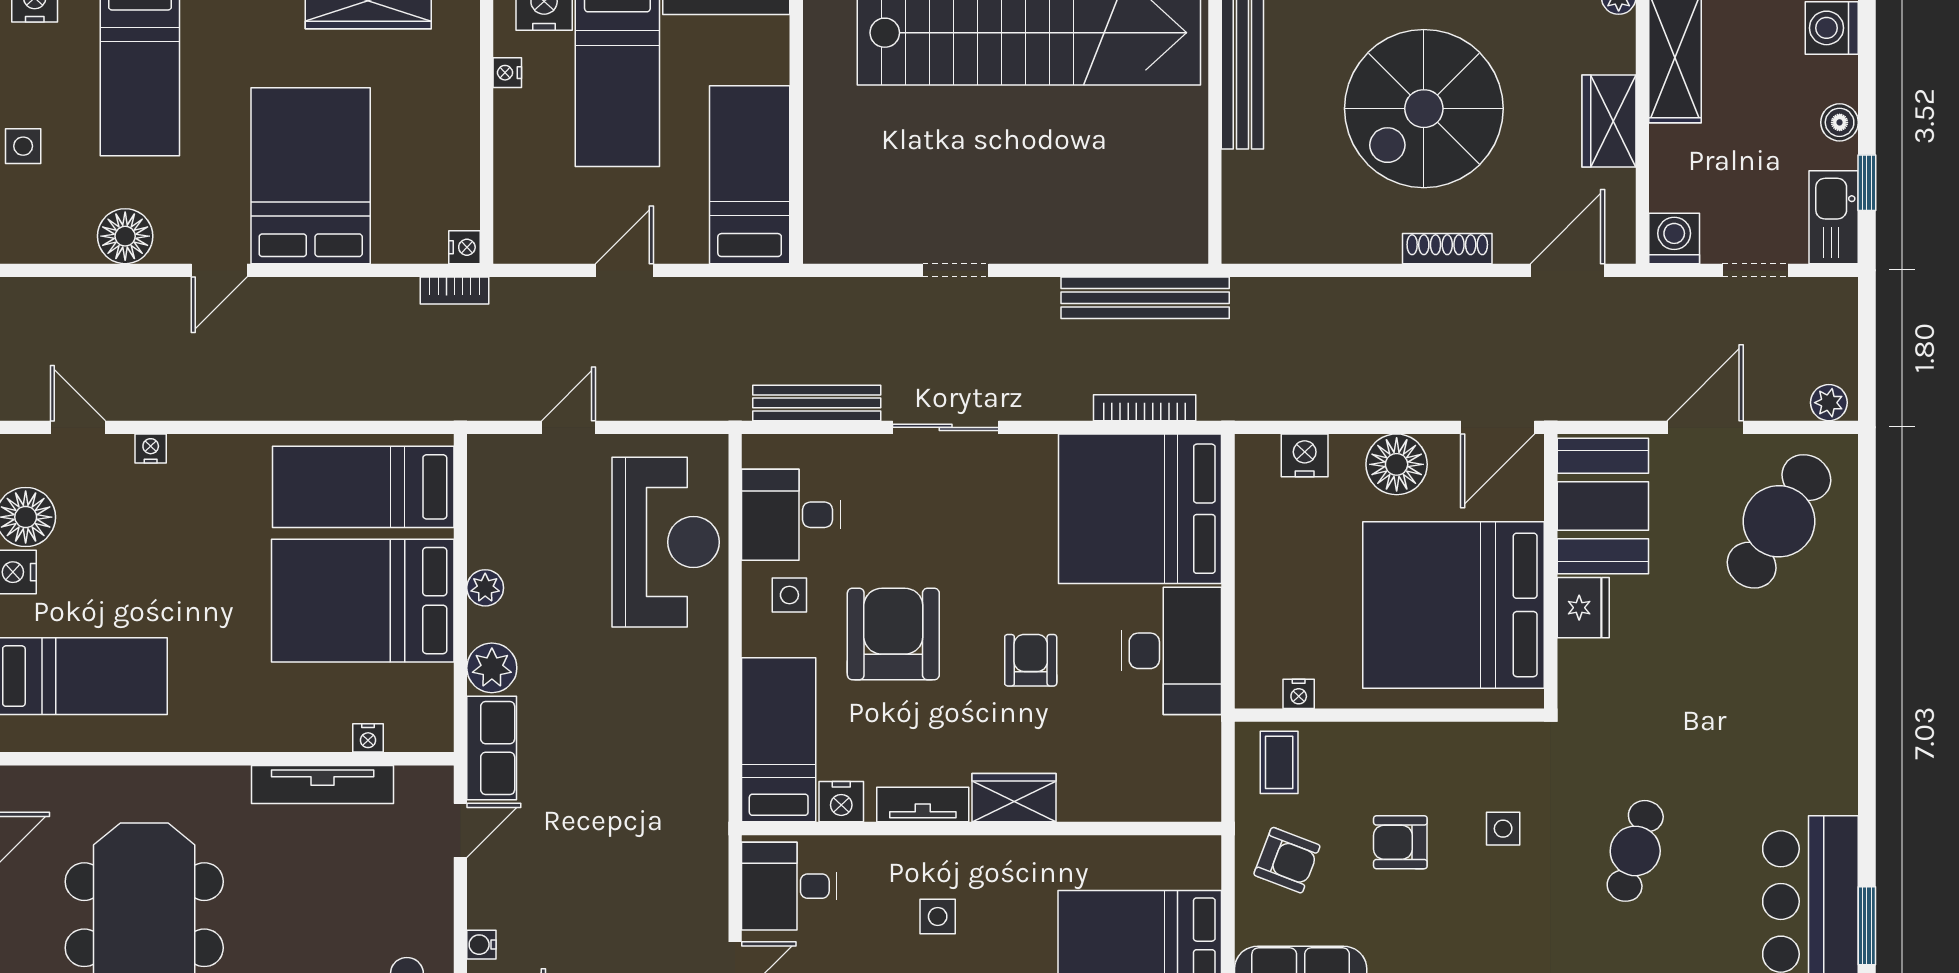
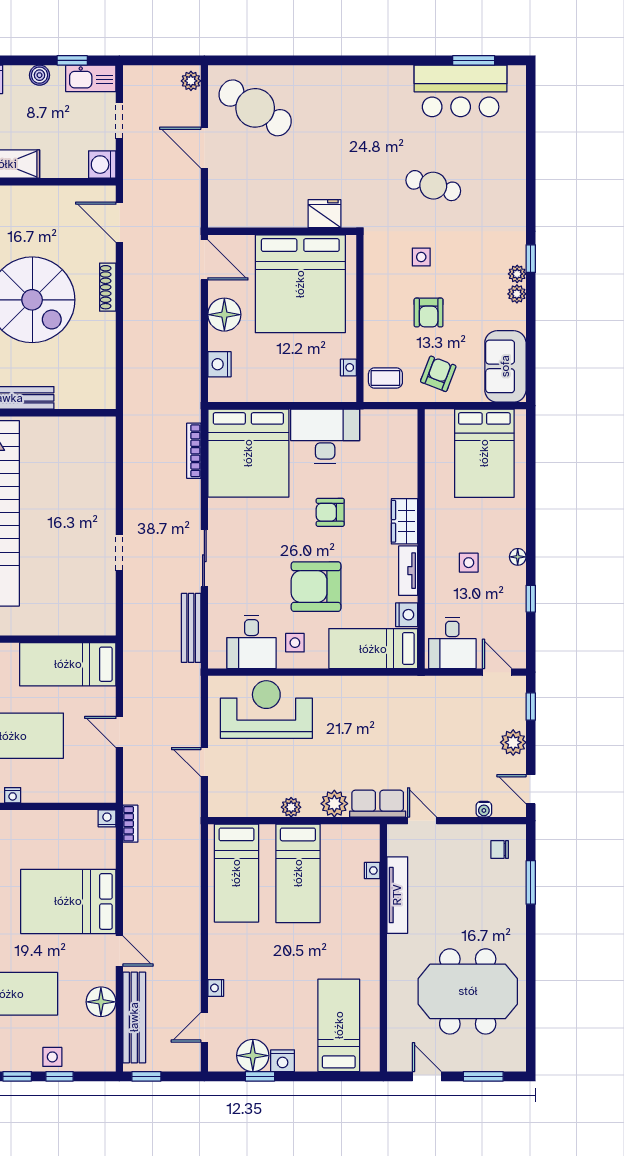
wardrobe: (1609, 121) -> (39, 200), removed
bench: (1145, 298) -> (134, 1017), moved
booth: (1603, 506) -> (247, 203), removed
bed: (363, 601) -> (298, 873), width x0.67
fridge: (1583, 608) -> (324, 214), moved

